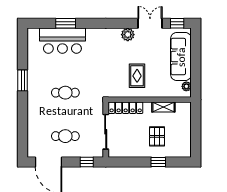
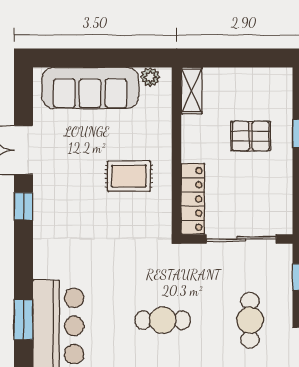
window: (177, 23) -> (24, 206), moved
plant: (128, 35) -> (46, 195), removed
cafe table: (65, 93) -> (163, 320), turned 90
shelving: (163, 107) -> (192, 90), moved

